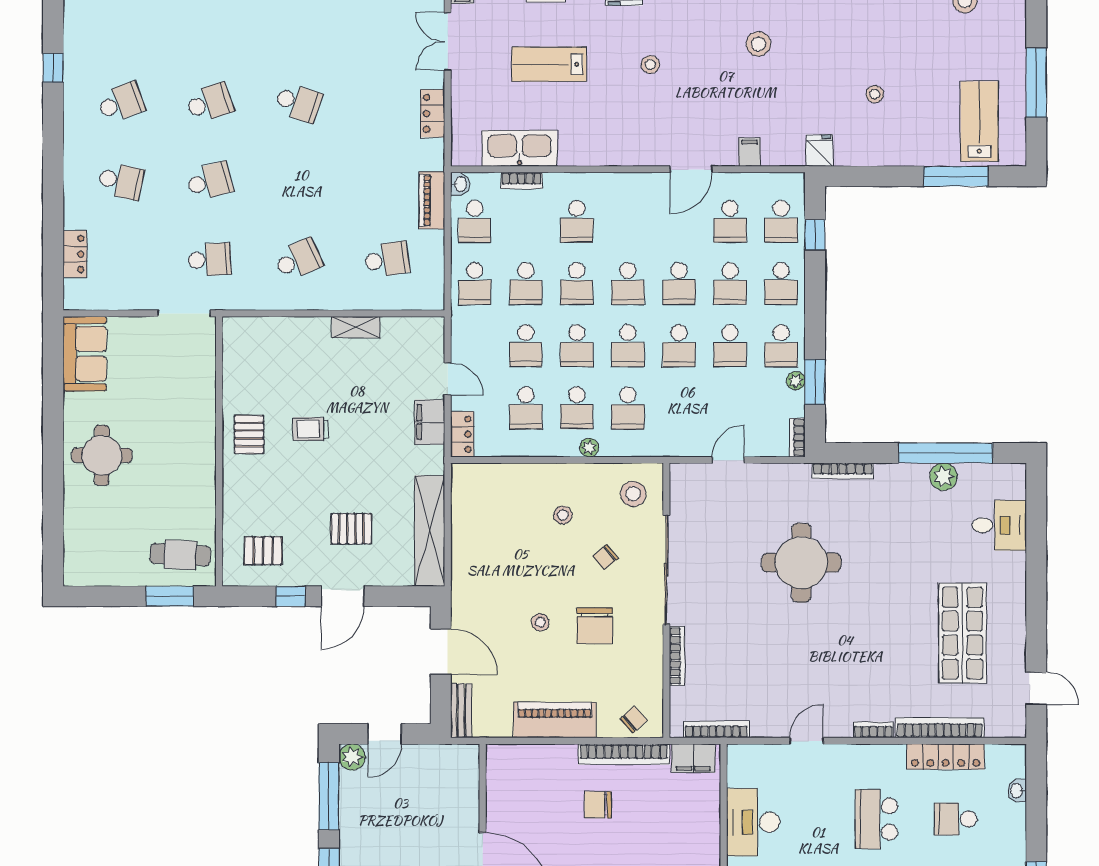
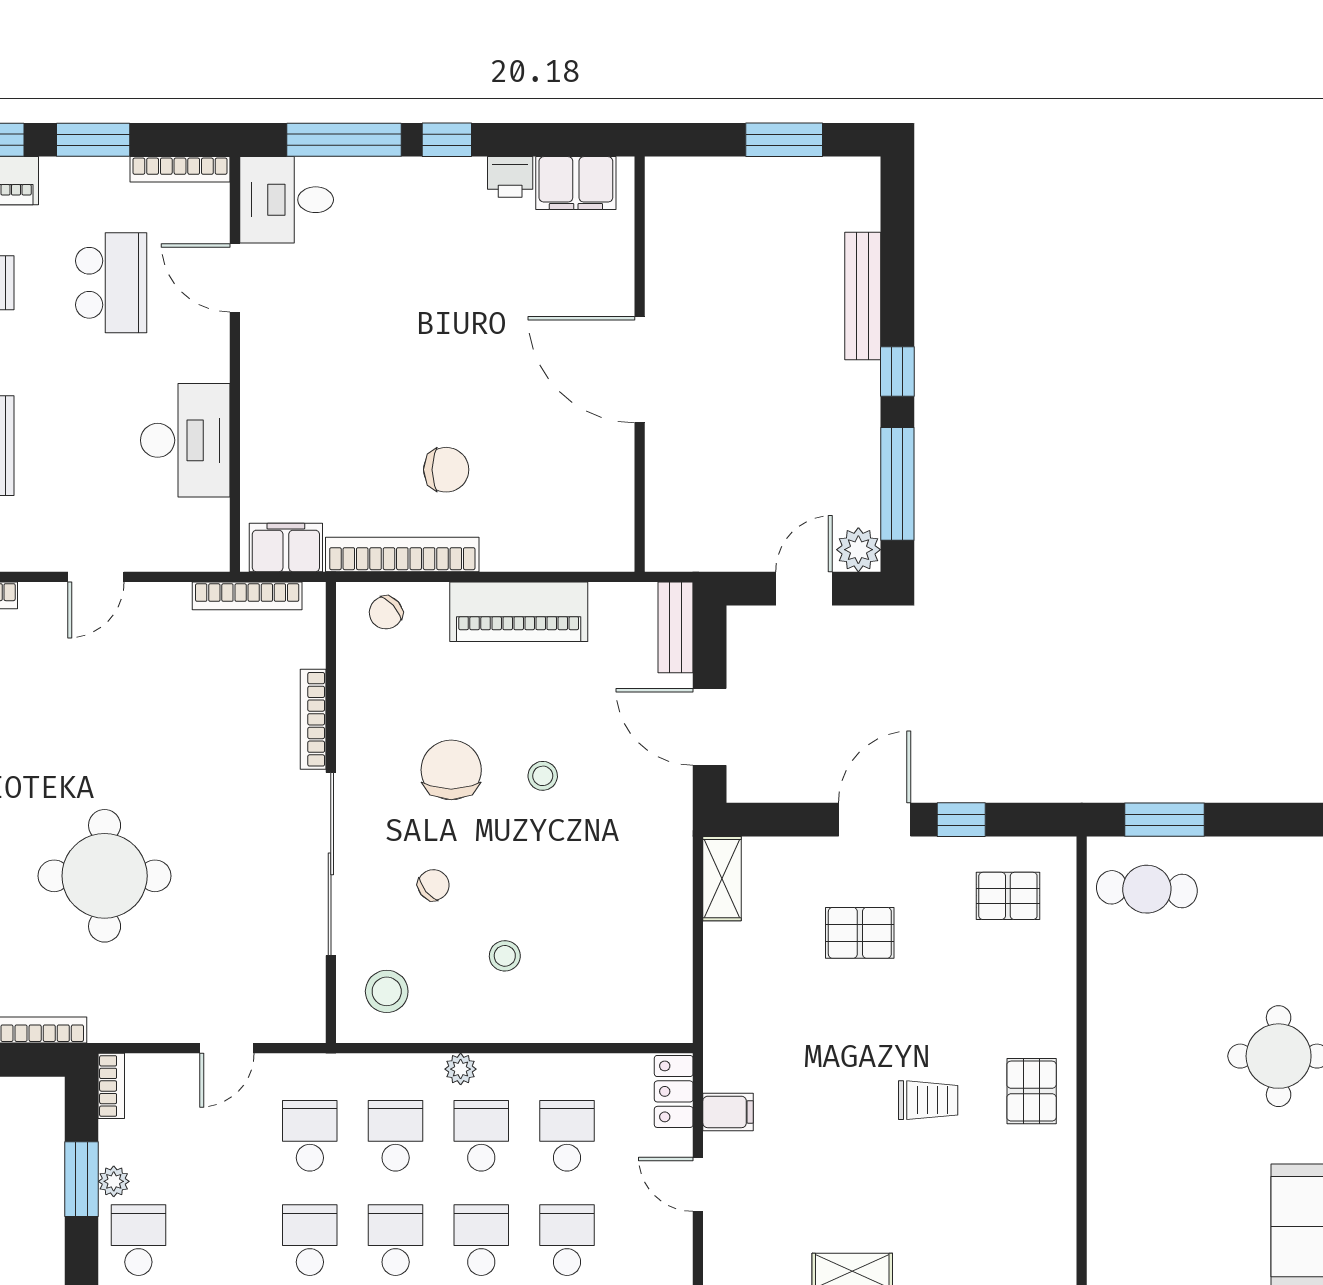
school desk: (730, 346) -> (310, 1136), moved
filing cabinet: (430, 422) -> (728, 1112), width x0.50
shelving: (430, 531) -> (722, 879), width x0.45, depth x0.75

